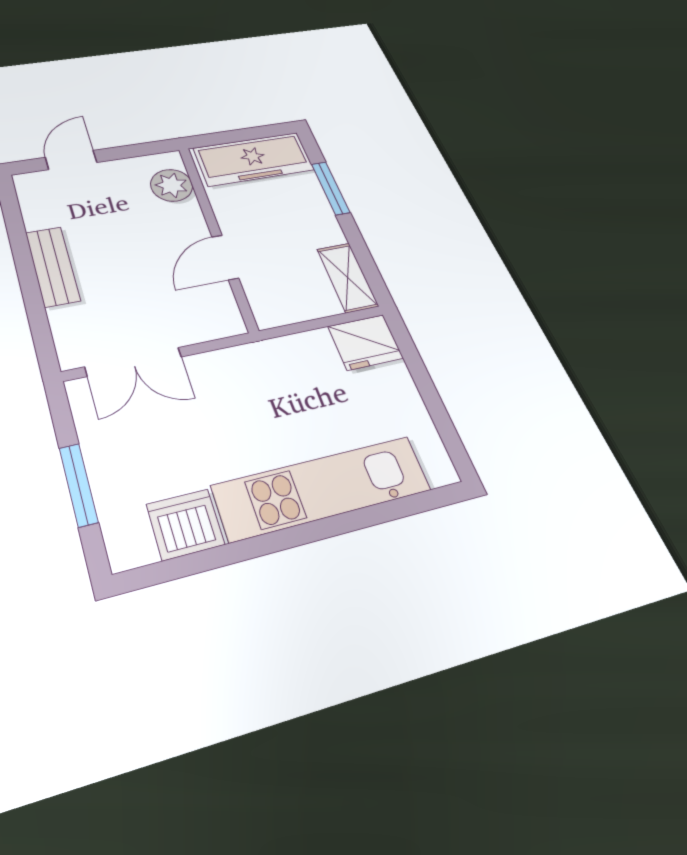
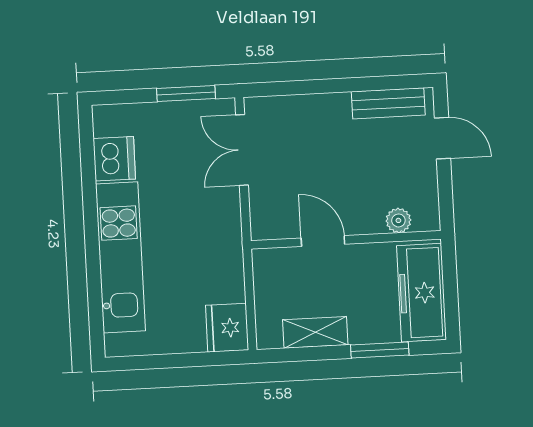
plant: (172, 185) -> (398, 220), width x0.73, depth x0.73
bench: (53, 266) -> (388, 103), moved
shelving: (348, 277) -> (315, 332), moved
window: (79, 485) -> (186, 93), moved

